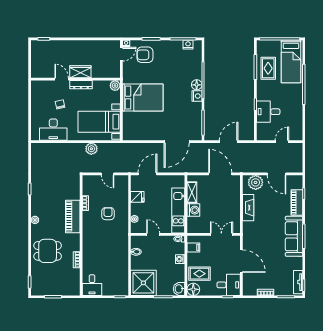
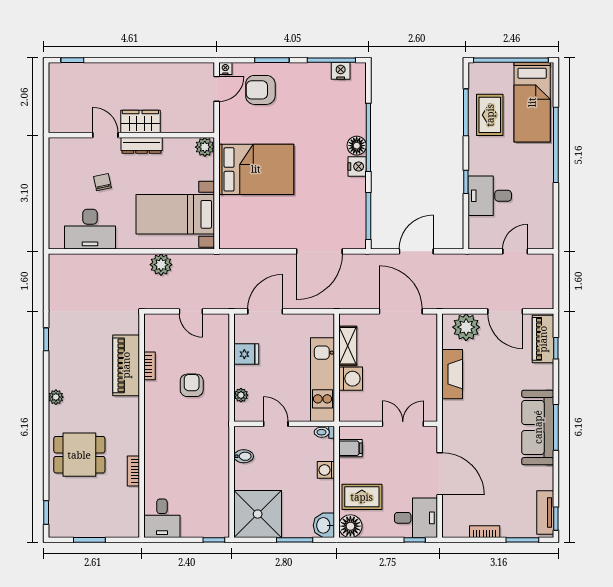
piano: (297, 203) -> (543, 339), moved
piano: (73, 216) -> (126, 365), moved

